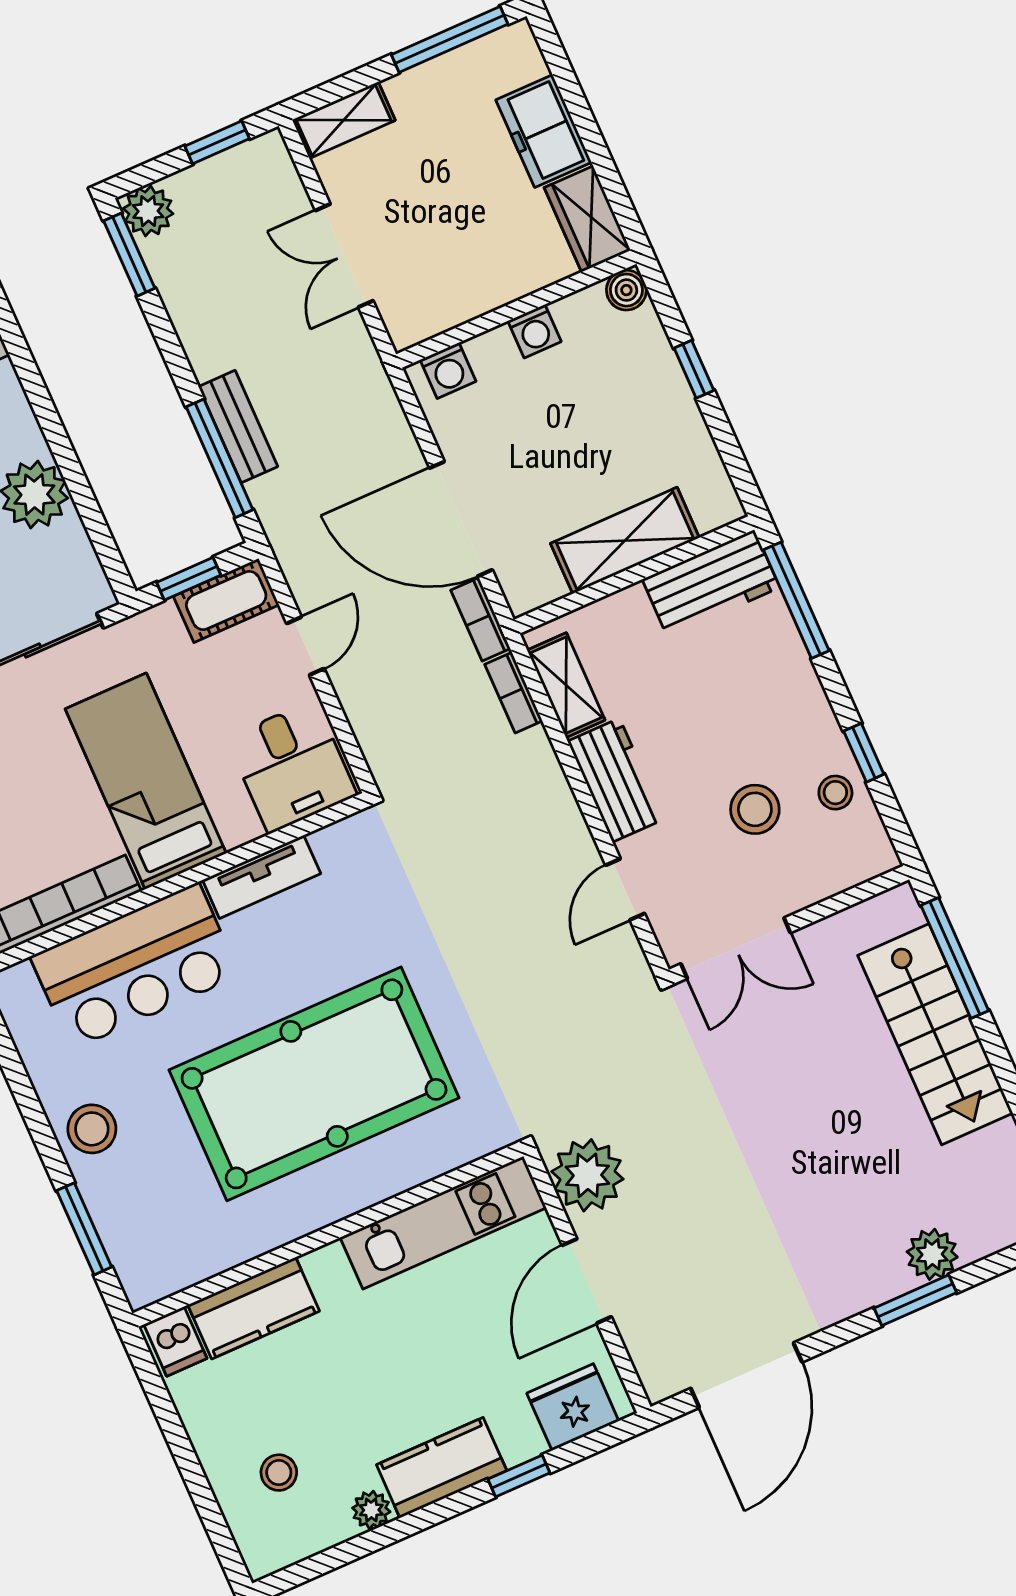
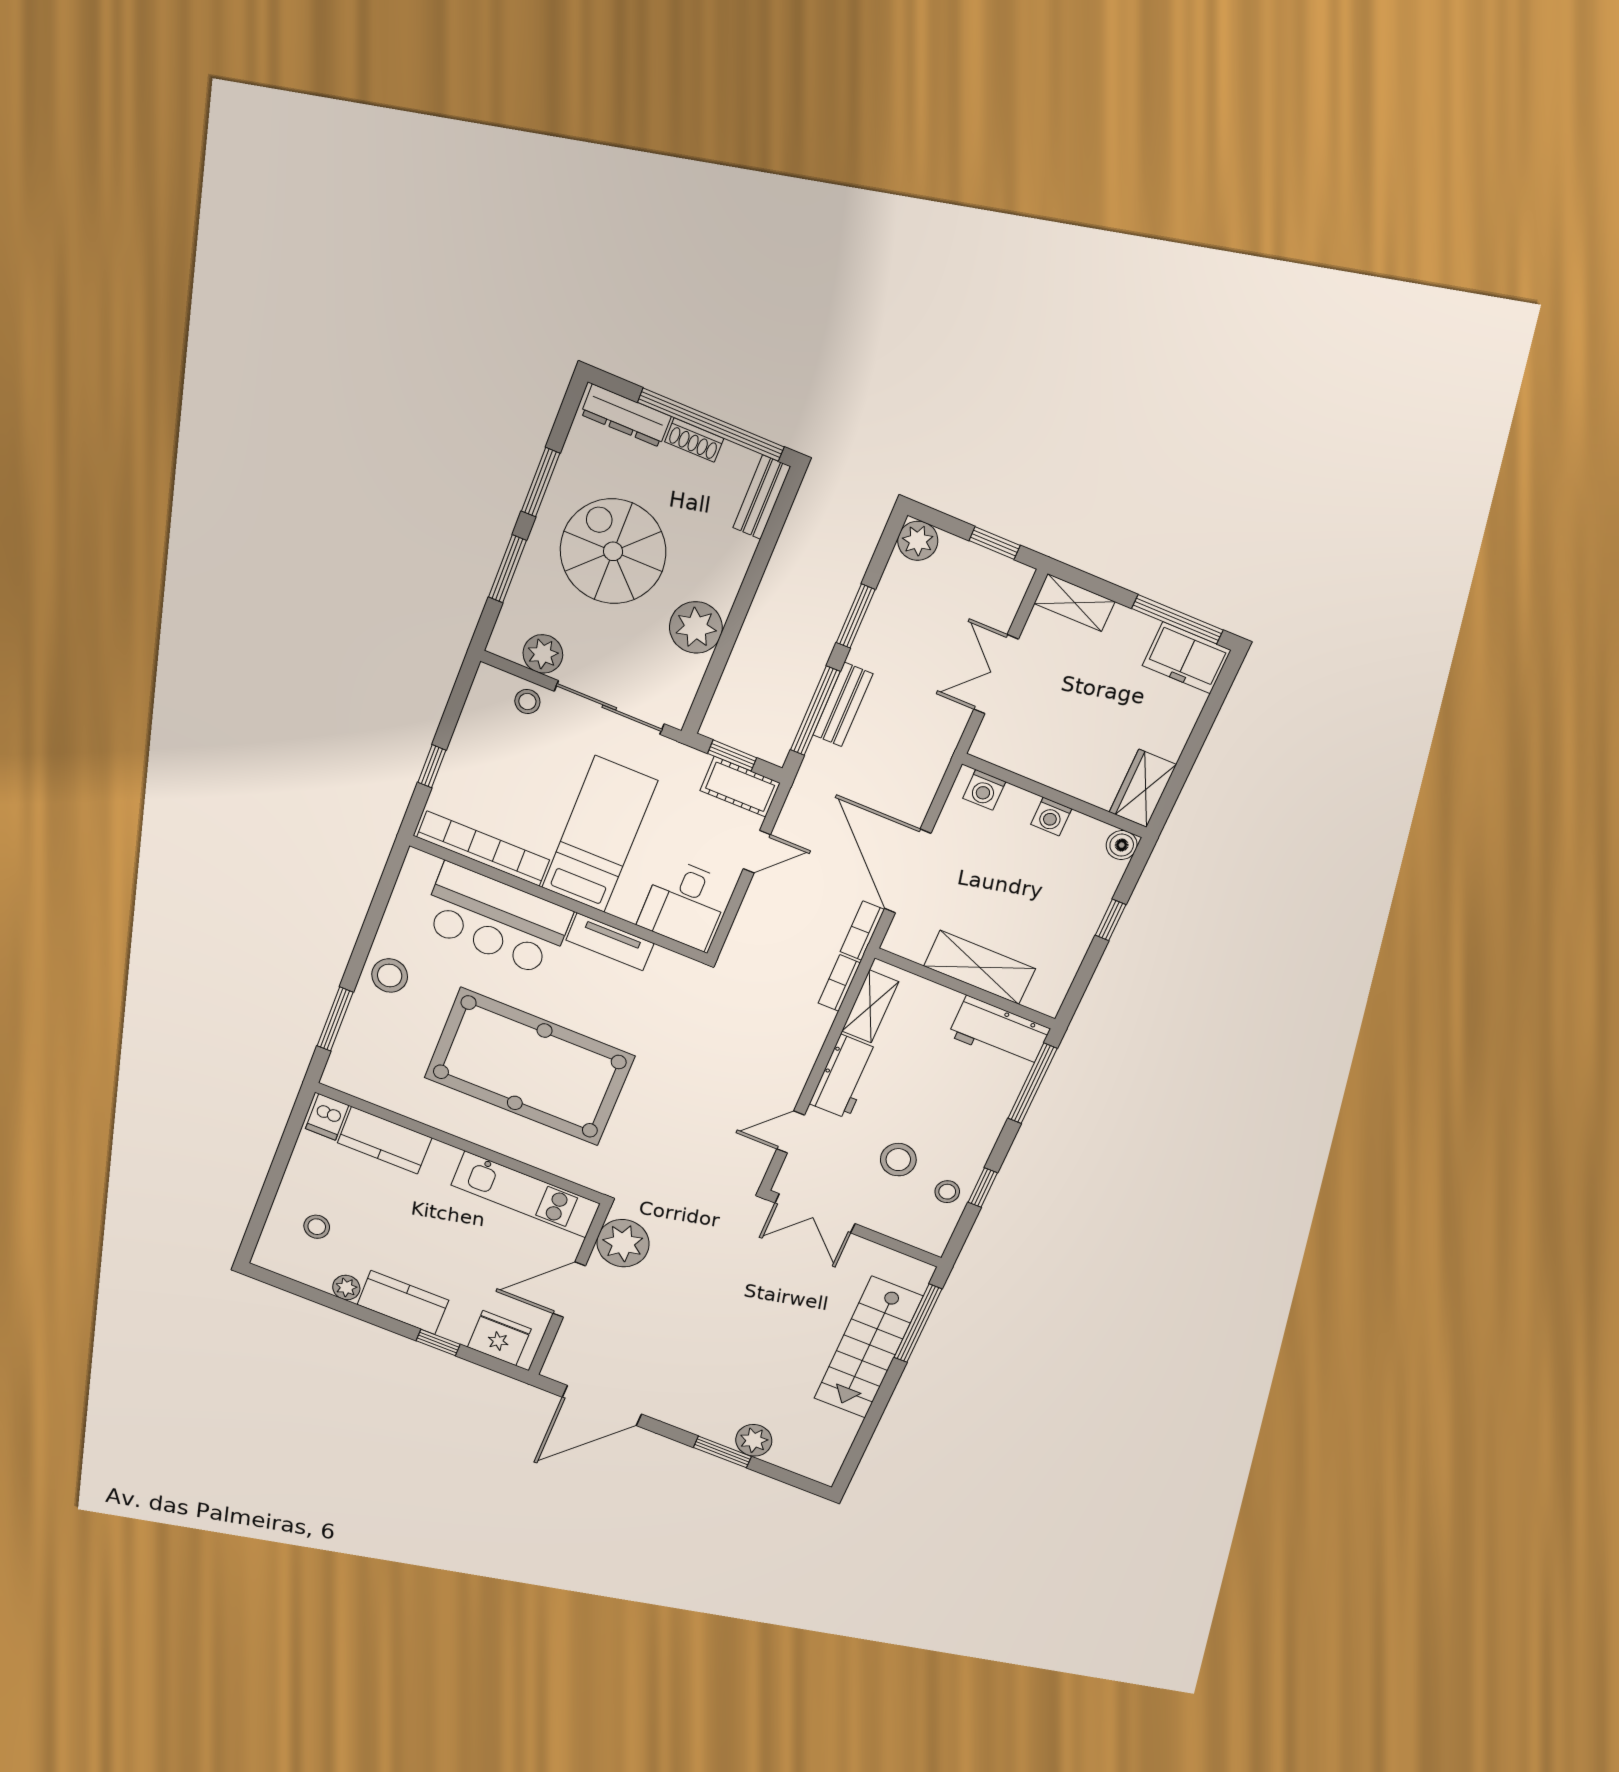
freezer: (544, 131) -> (1187, 658), moved, turned -90
window: (129, 255) -> (856, 616), moved

